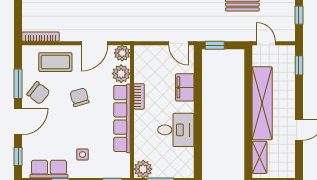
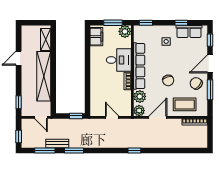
door: (179, 43) -> (112, 117), moved
filing cabinet: (185, 87) -> (96, 37), moved
desk: (176, 130) -> (119, 60), moved, turned 180

